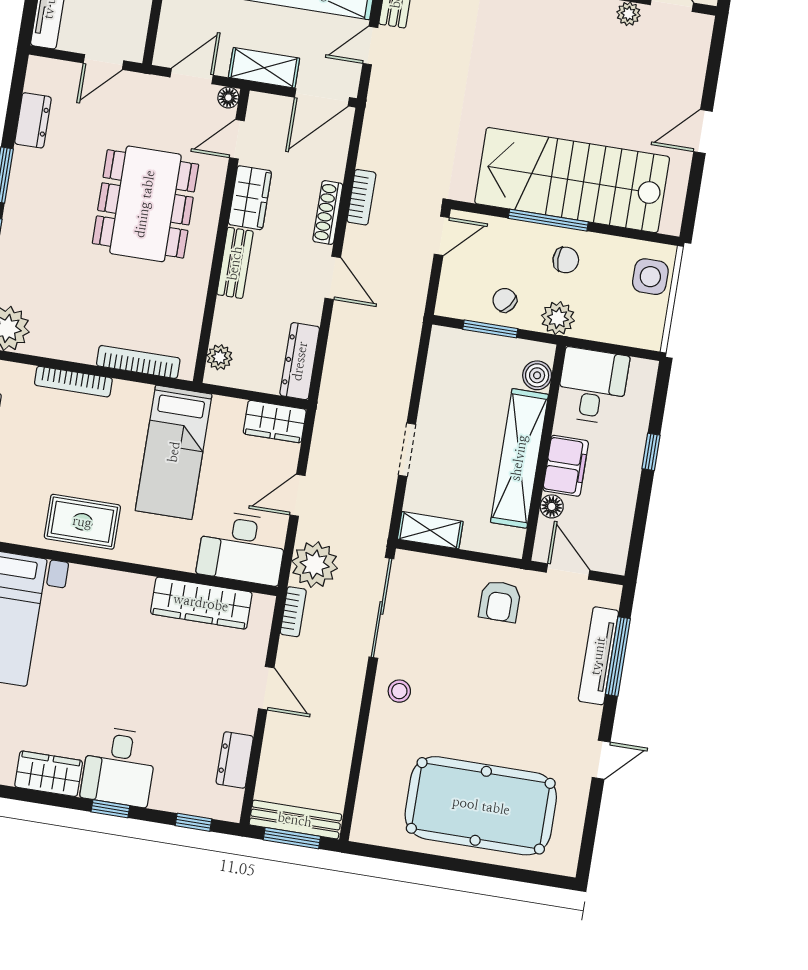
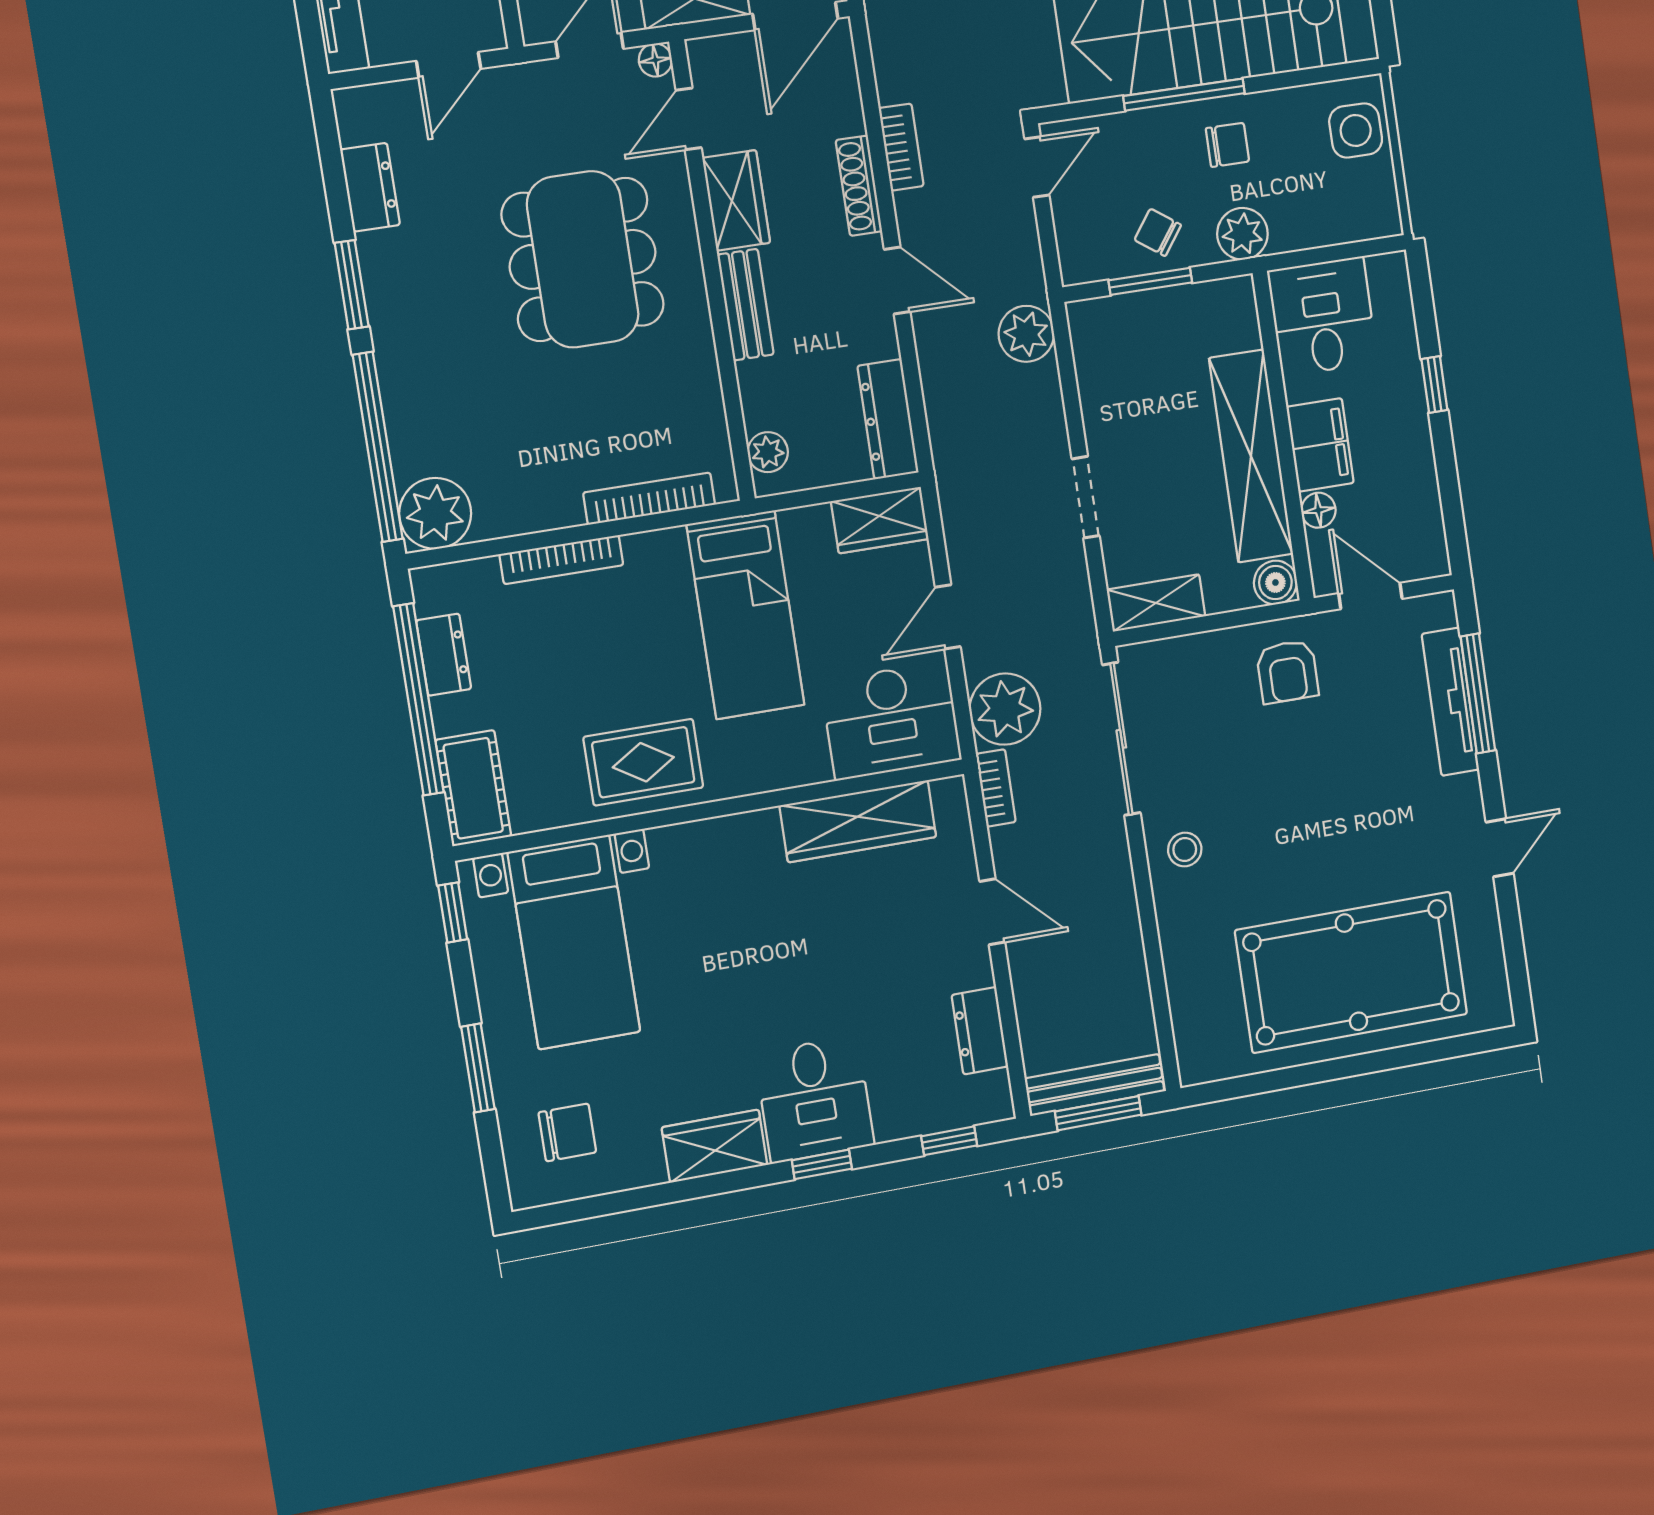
plant: (402, 336) -> (1026, 334), added
boiler: (537, 375) -> (1275, 583), moved

